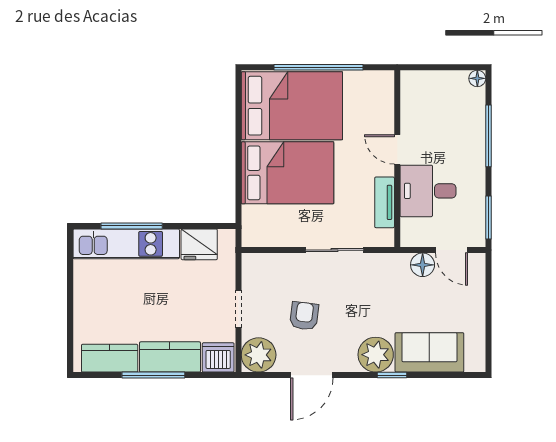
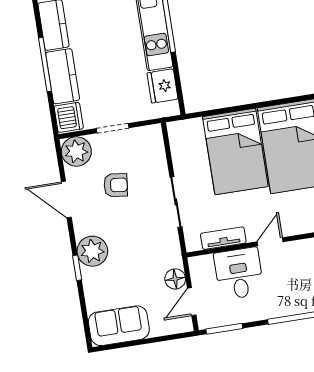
sofa: (429, 352) -> (119, 326), moved, turned -90

